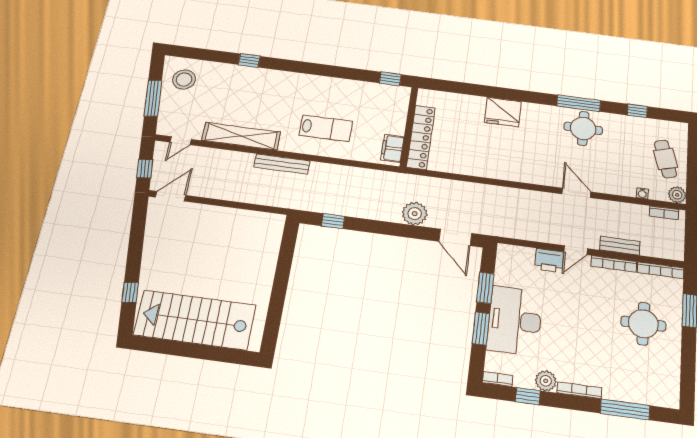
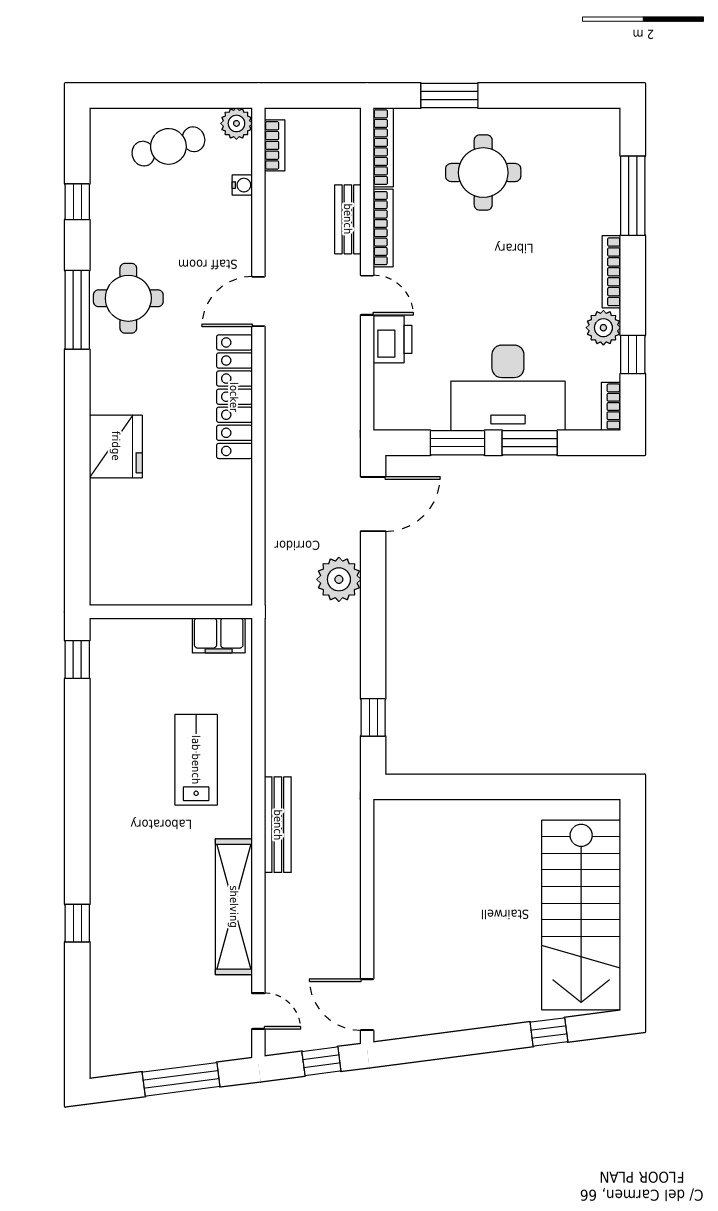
stool: (184, 79) -> (135, 1033), removed
locker: (421, 137) -> (234, 397), moved, turned -90

